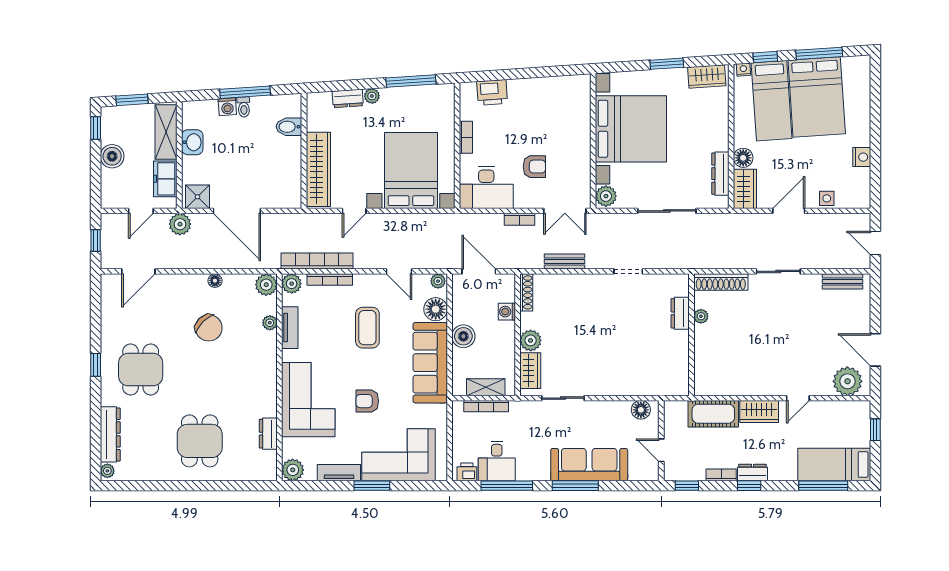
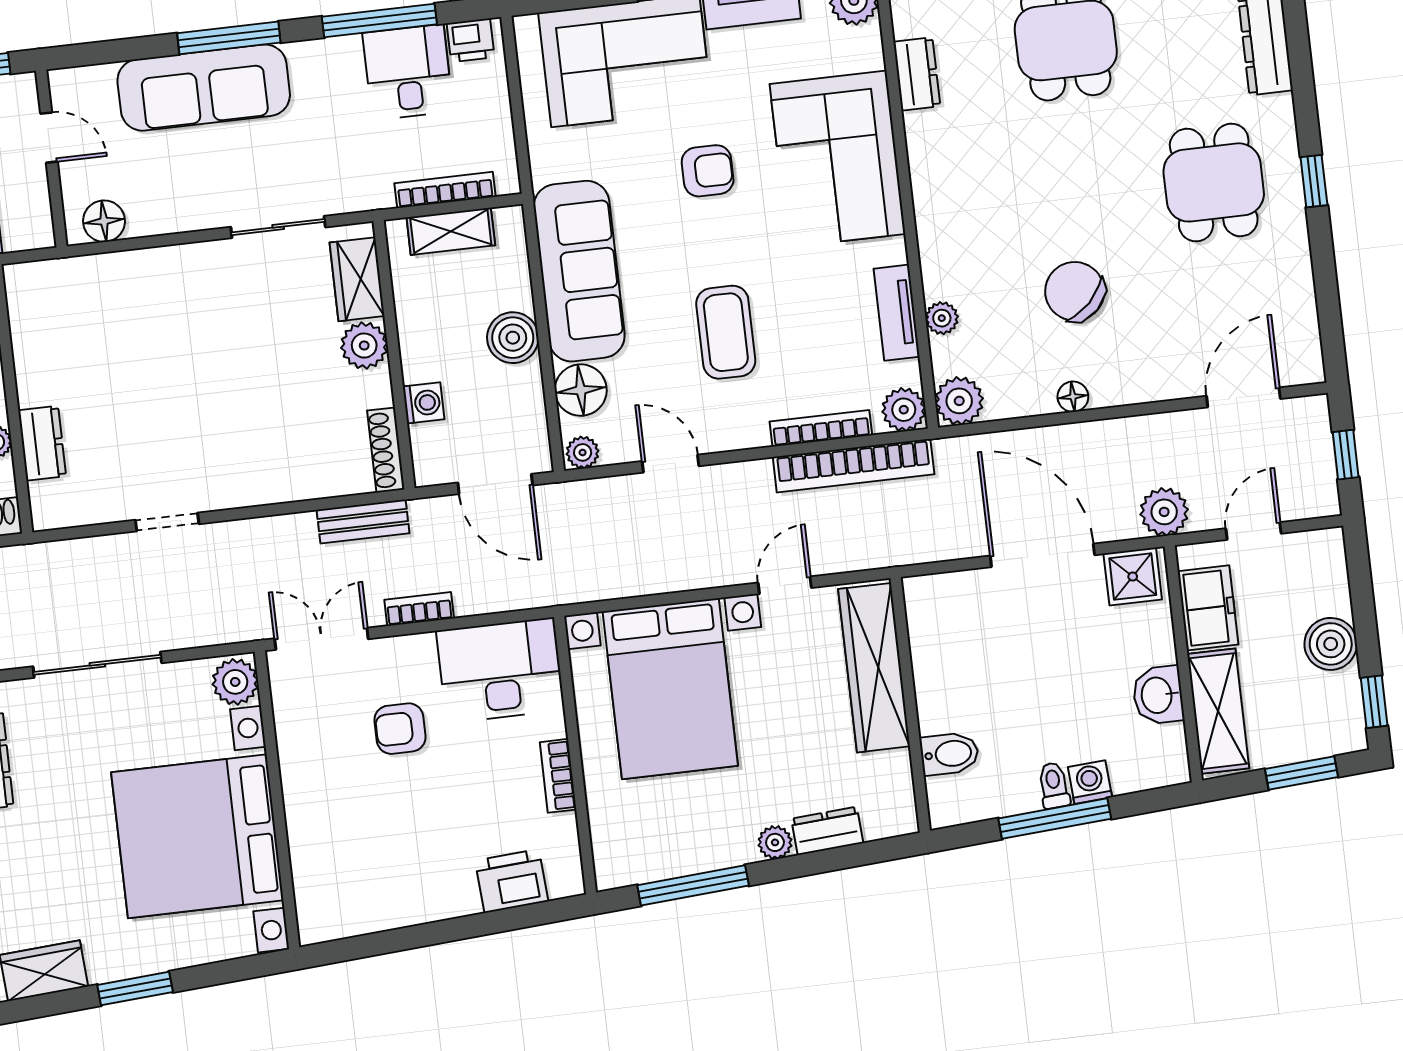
bench: (564, 261) -> (363, 522), moved

